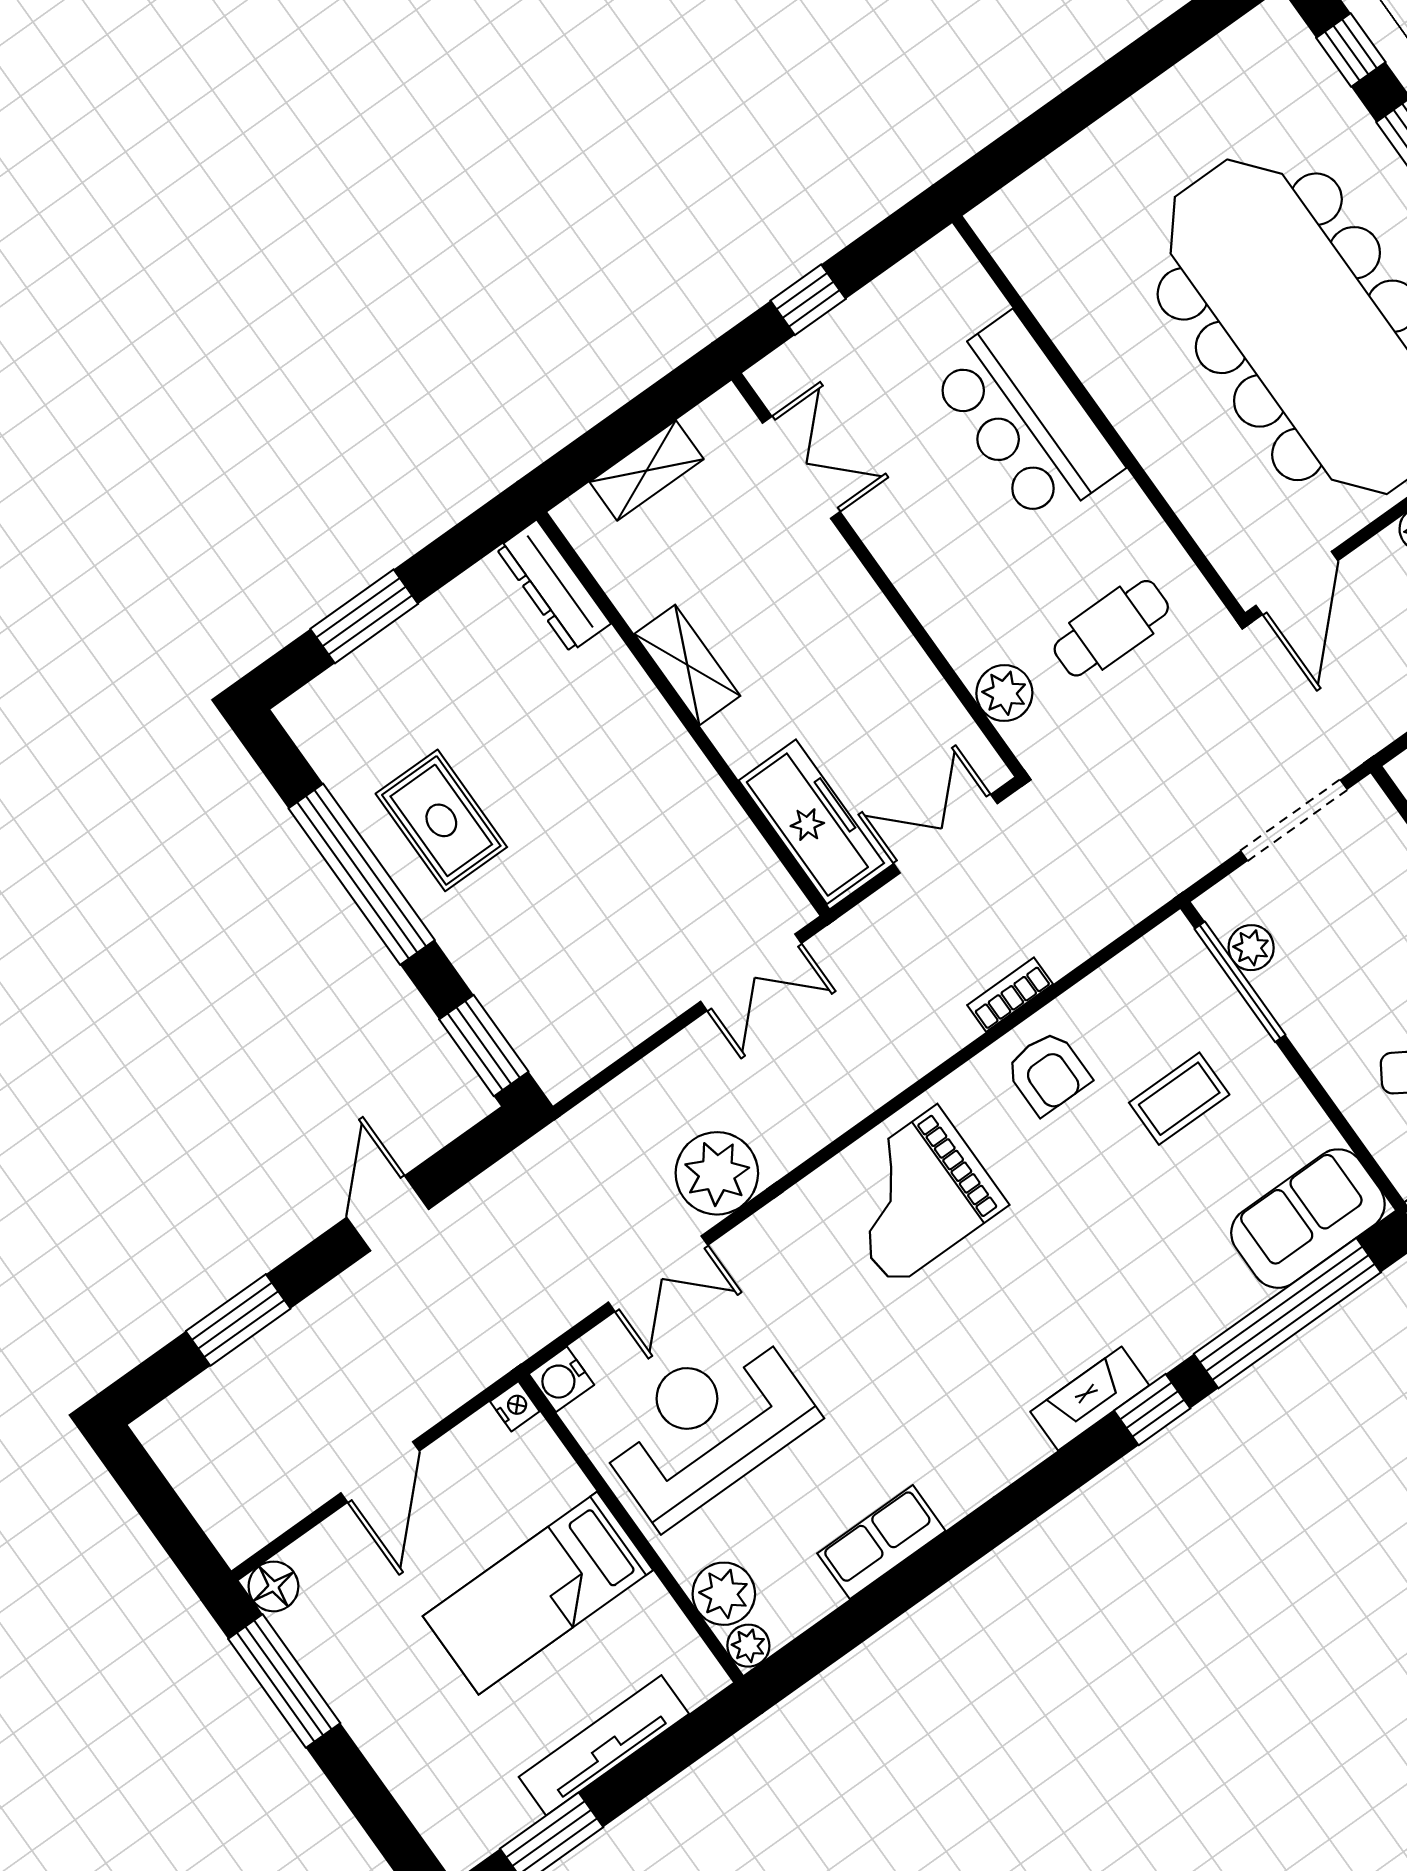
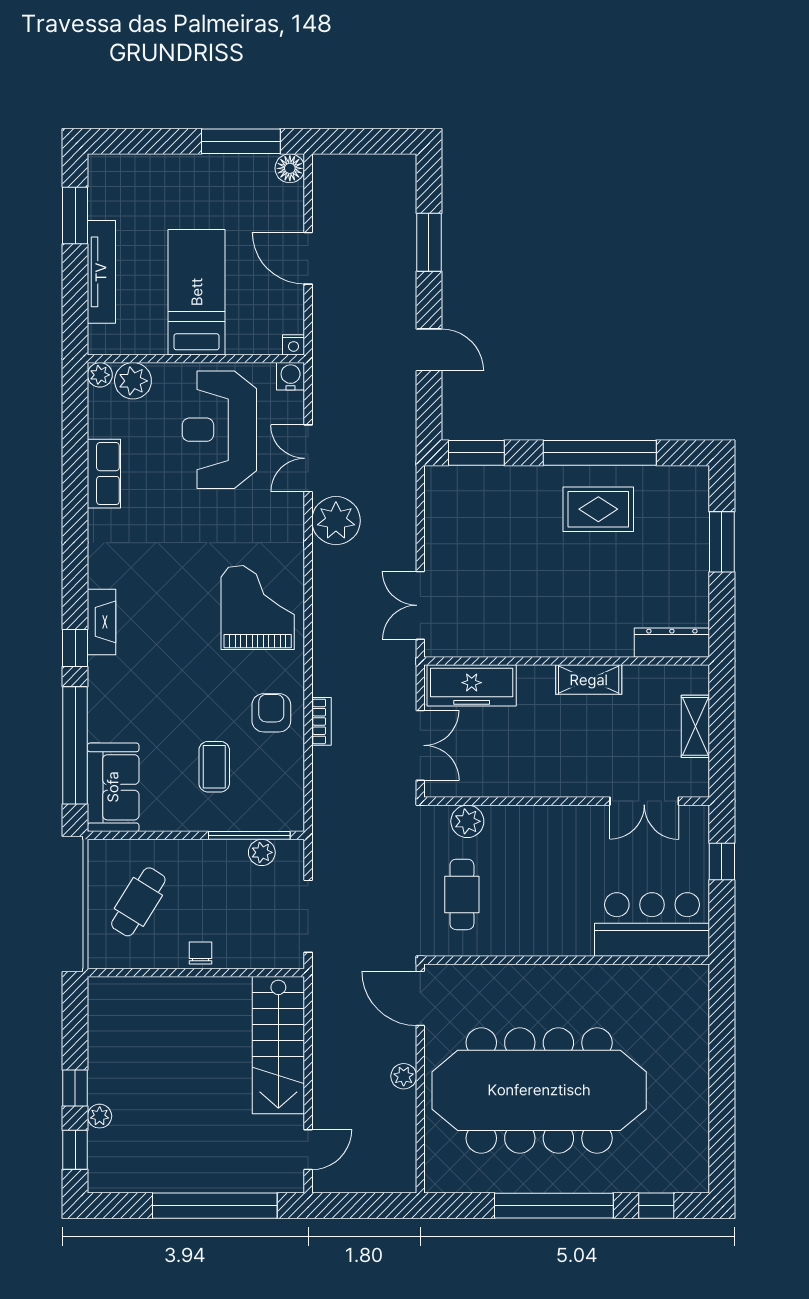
bar counter: (1026, 420) -> (652, 924), moved
armchair: (1048, 1073) -> (271, 713), turned 90
reception desk: (706, 1425) -> (219, 430), turned 180

